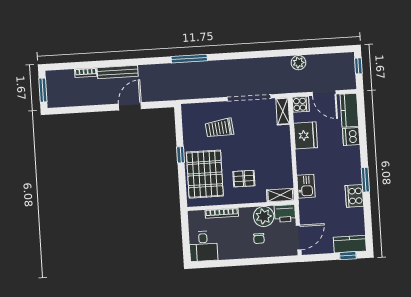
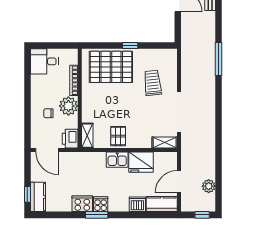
plant: (298, 63) -> (209, 186), moved
cooker: (301, 104) -> (101, 204), moved, turned 180
pallet: (244, 179) -> (118, 136), moved
kitchen sink: (306, 186) -> (117, 160), moved
plant: (264, 216) -> (68, 106), moved

